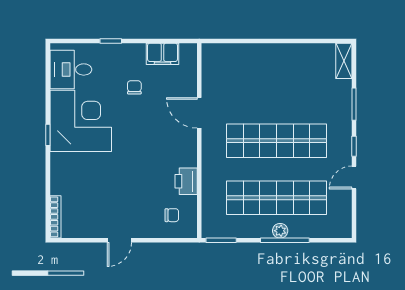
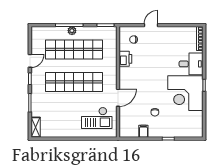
filing cabinet: (163, 54) -> (143, 131), width x0.50
desk: (71, 69) -> (191, 64), moved
checkout: (237, 77) -> (97, 118), added
door: (199, 113) -> (118, 98), hinge flipped
door: (119, 240) -> (151, 25), moved

